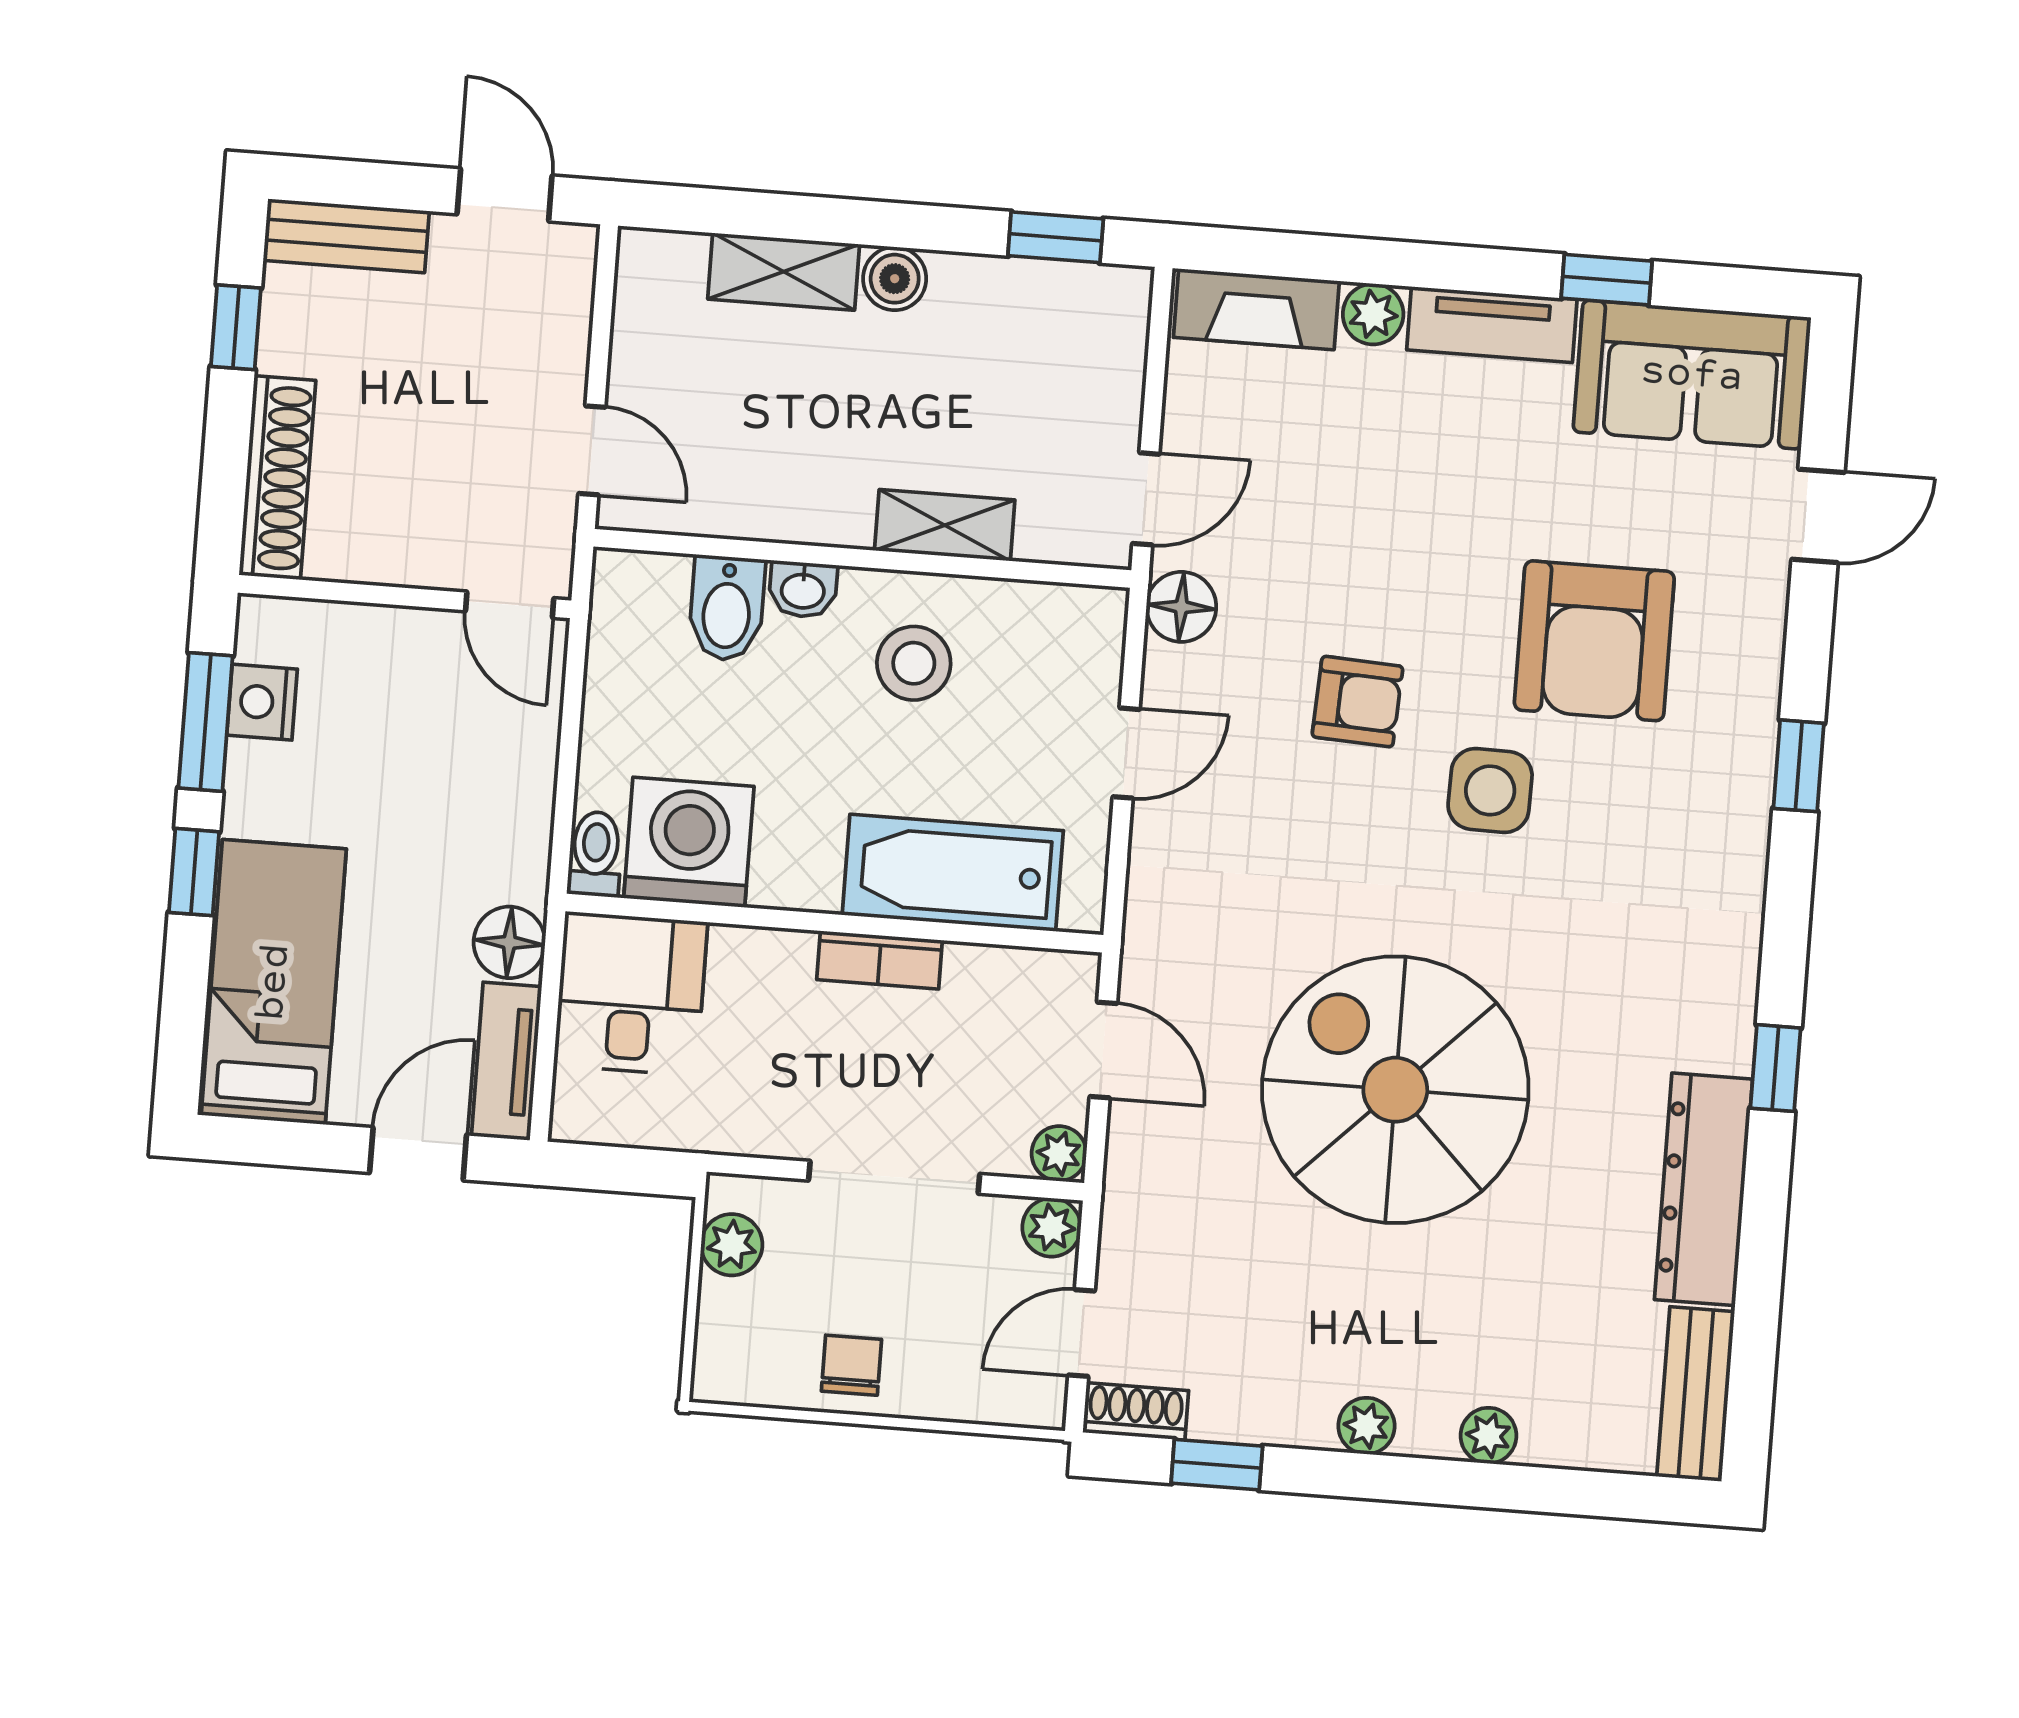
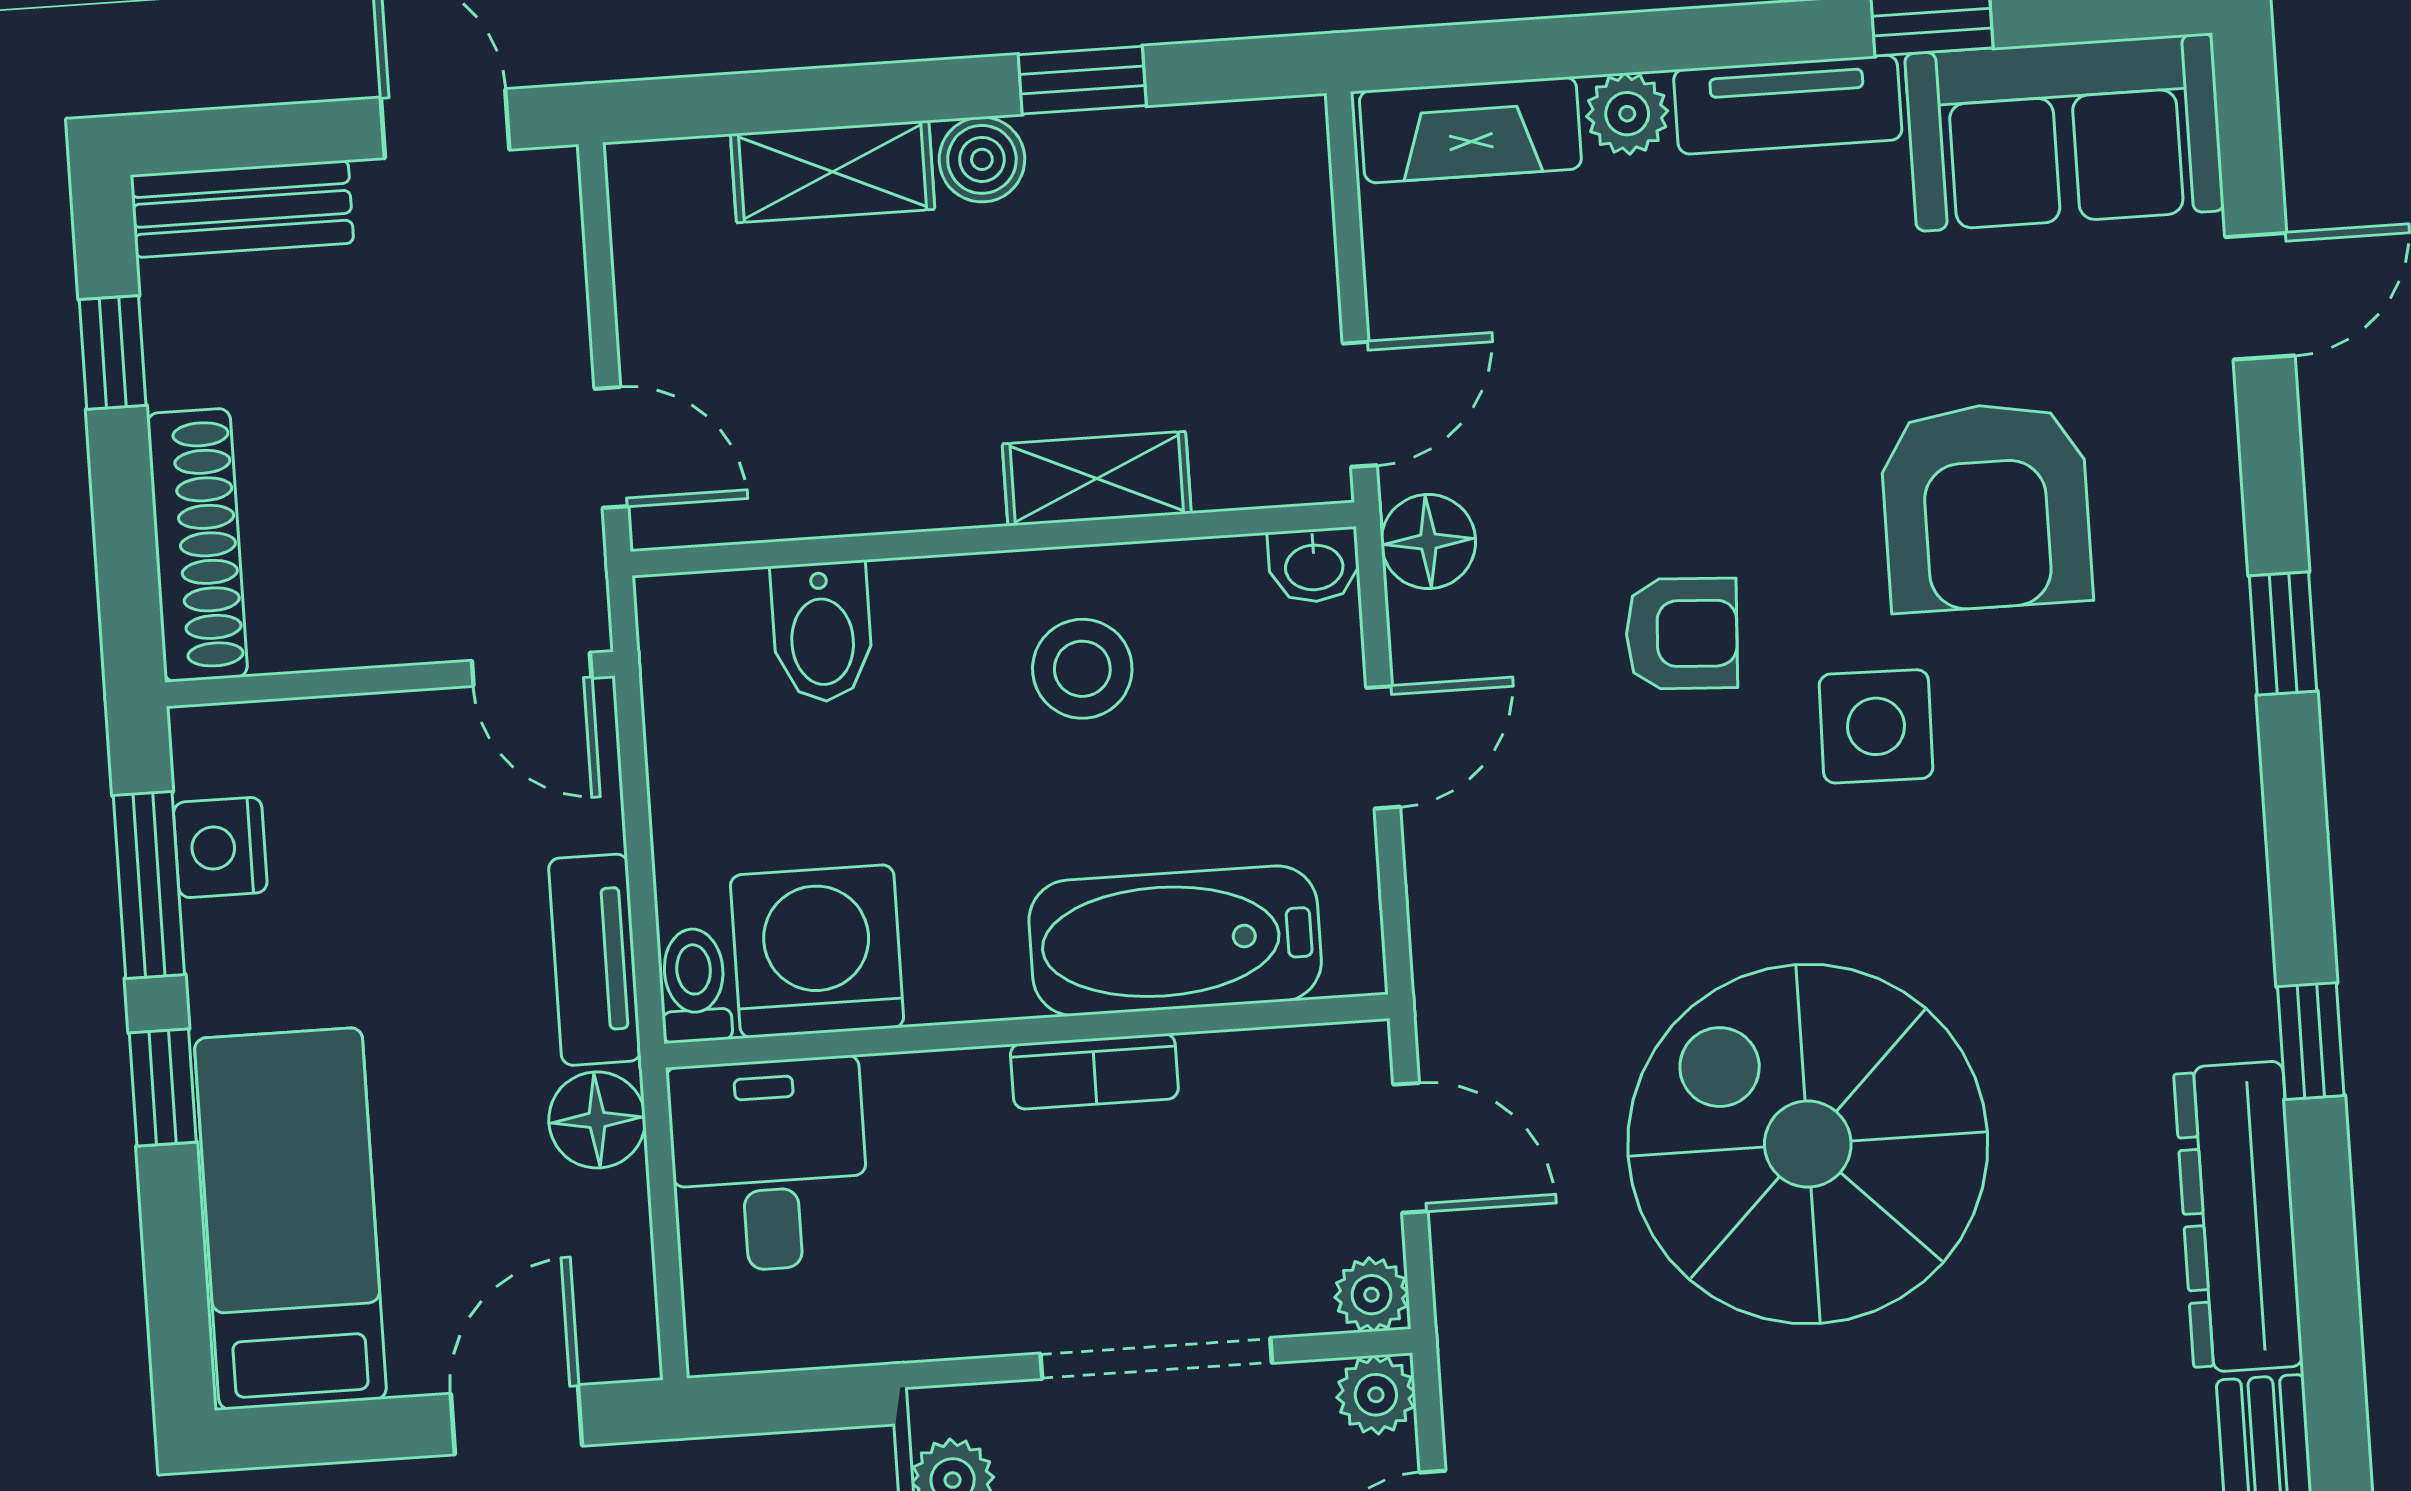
window: (1056, 237) -> (1082, 80), moved
washbasin: (803, 590) -> (1314, 565), moved
tv unit: (507, 1061) -> (595, 960), moved

